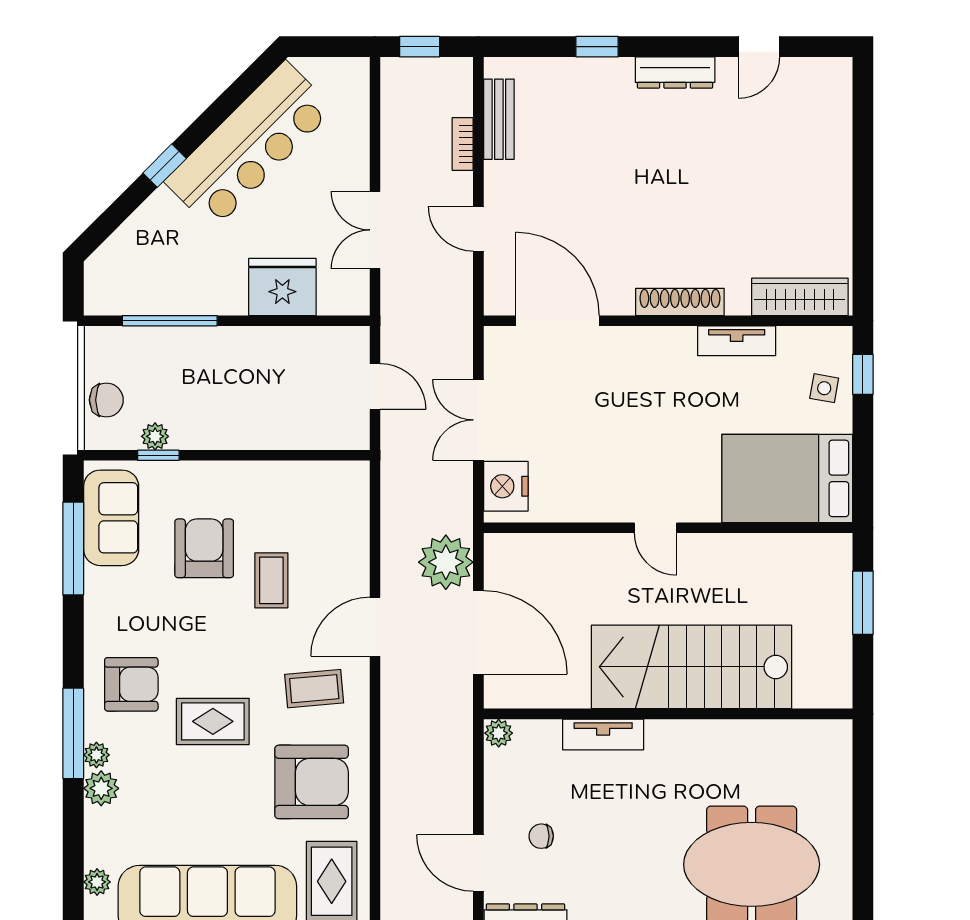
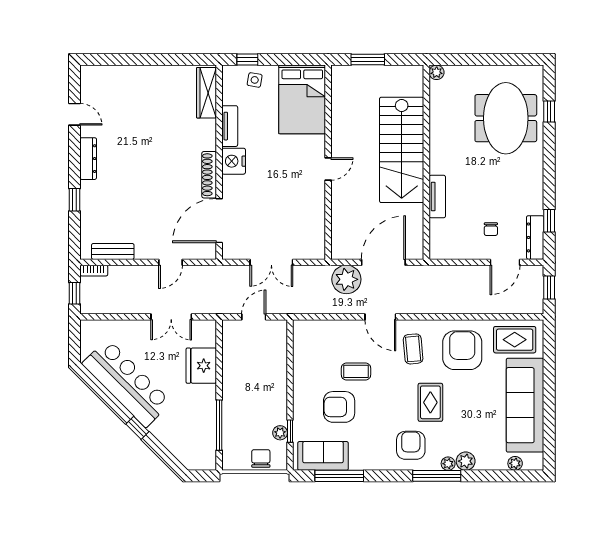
bookcase: (463, 144) -> (94, 271), moved
shoe rack: (680, 302) -> (209, 175), moved
nightstand: (506, 486) -> (234, 161), moved, turned 90
plant: (499, 733) -> (437, 72), moved

